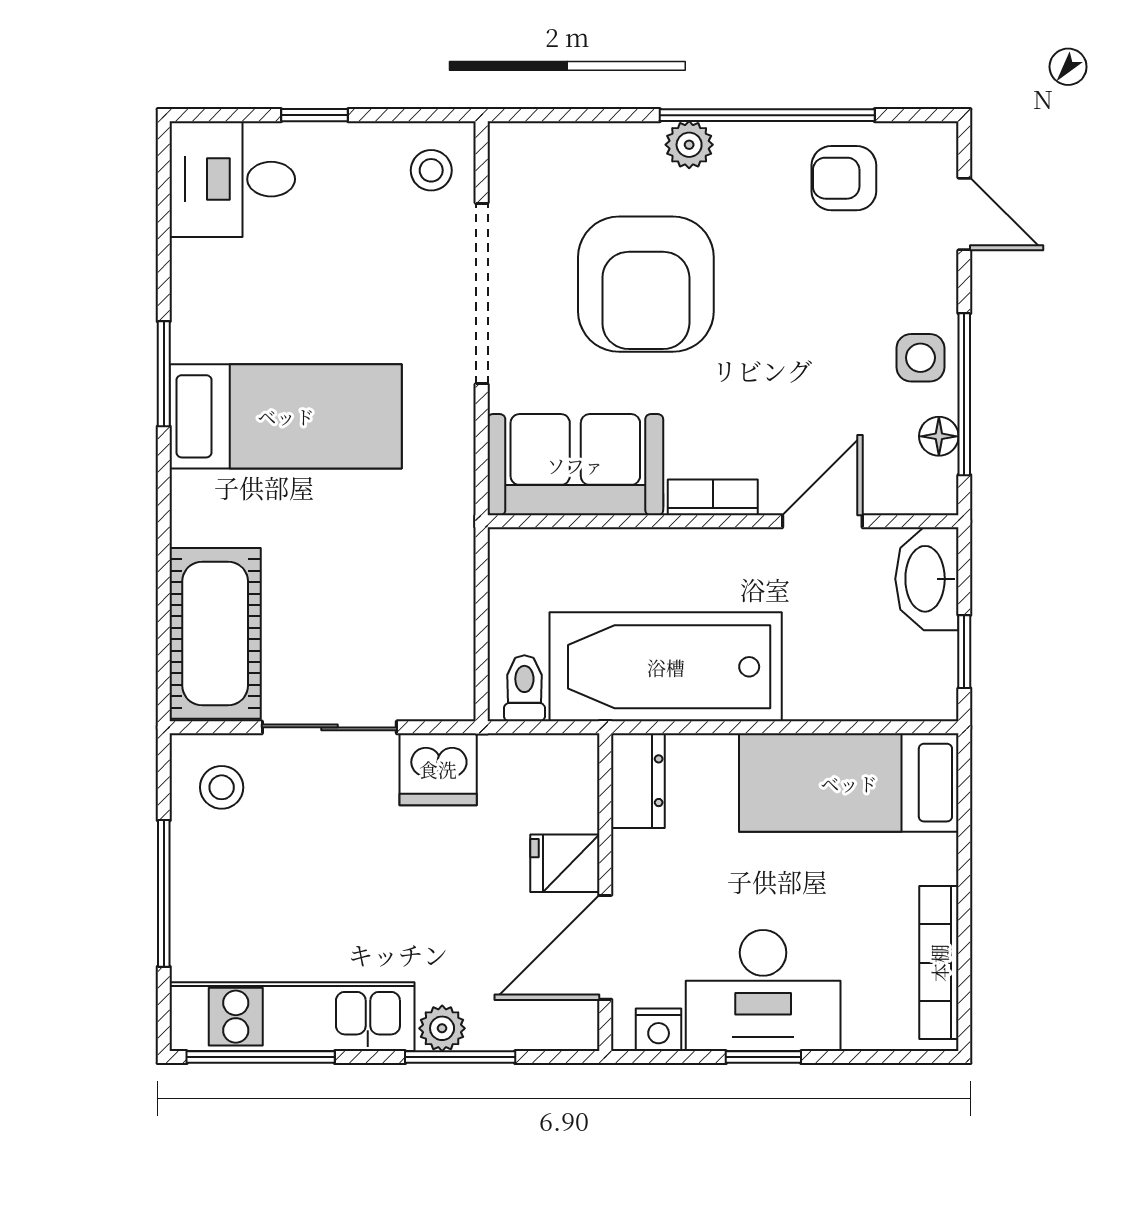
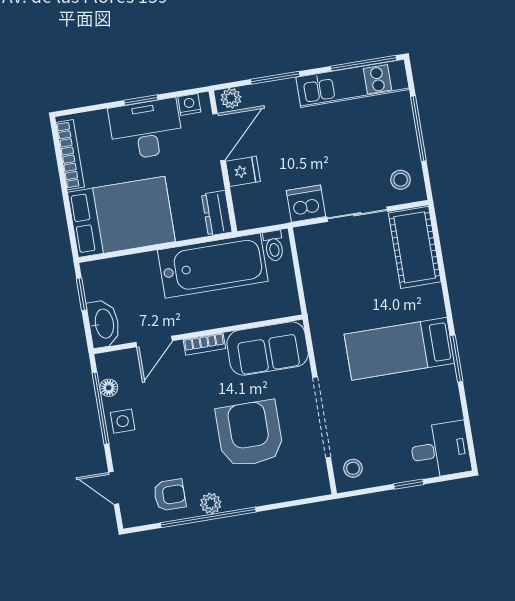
plant: (689, 145) -> (211, 503), moved
bed: (849, 783) -> (121, 217), width x1.50
plant: (442, 1028) -> (231, 98), moved

